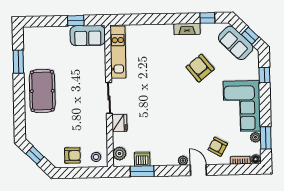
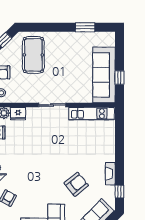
sofa: (88, 36) -> (104, 75), width x1.85, depth x1.27
pool table: (42, 91) -> (33, 55), moved, turned 90
fridge: (119, 123) -> (18, 114), moved

